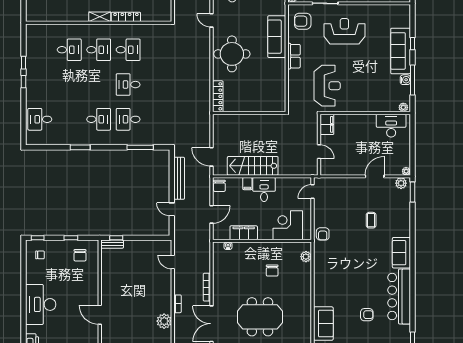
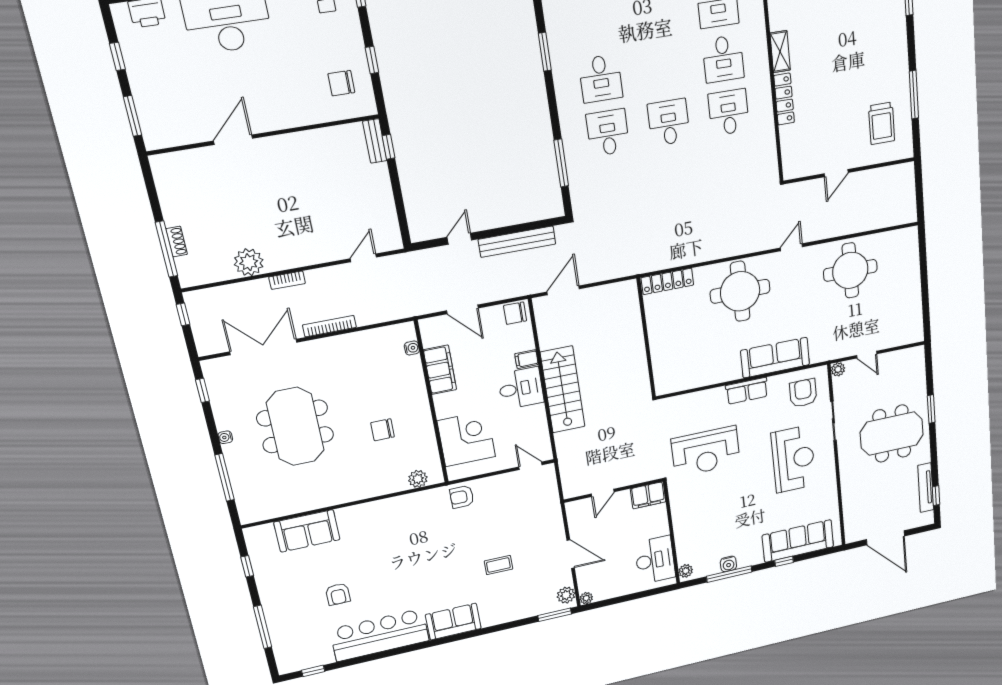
desk: (128, 50) -> (729, 112), turned 180
sofa: (401, 51) -> (798, 541), moved
filing cabinet: (327, 124) -> (648, 495), moved
wall: (319, 145) -> (614, 490), moved
door: (319, 152) -> (603, 493), moved
stairs: (253, 166) -> (563, 390), moved

